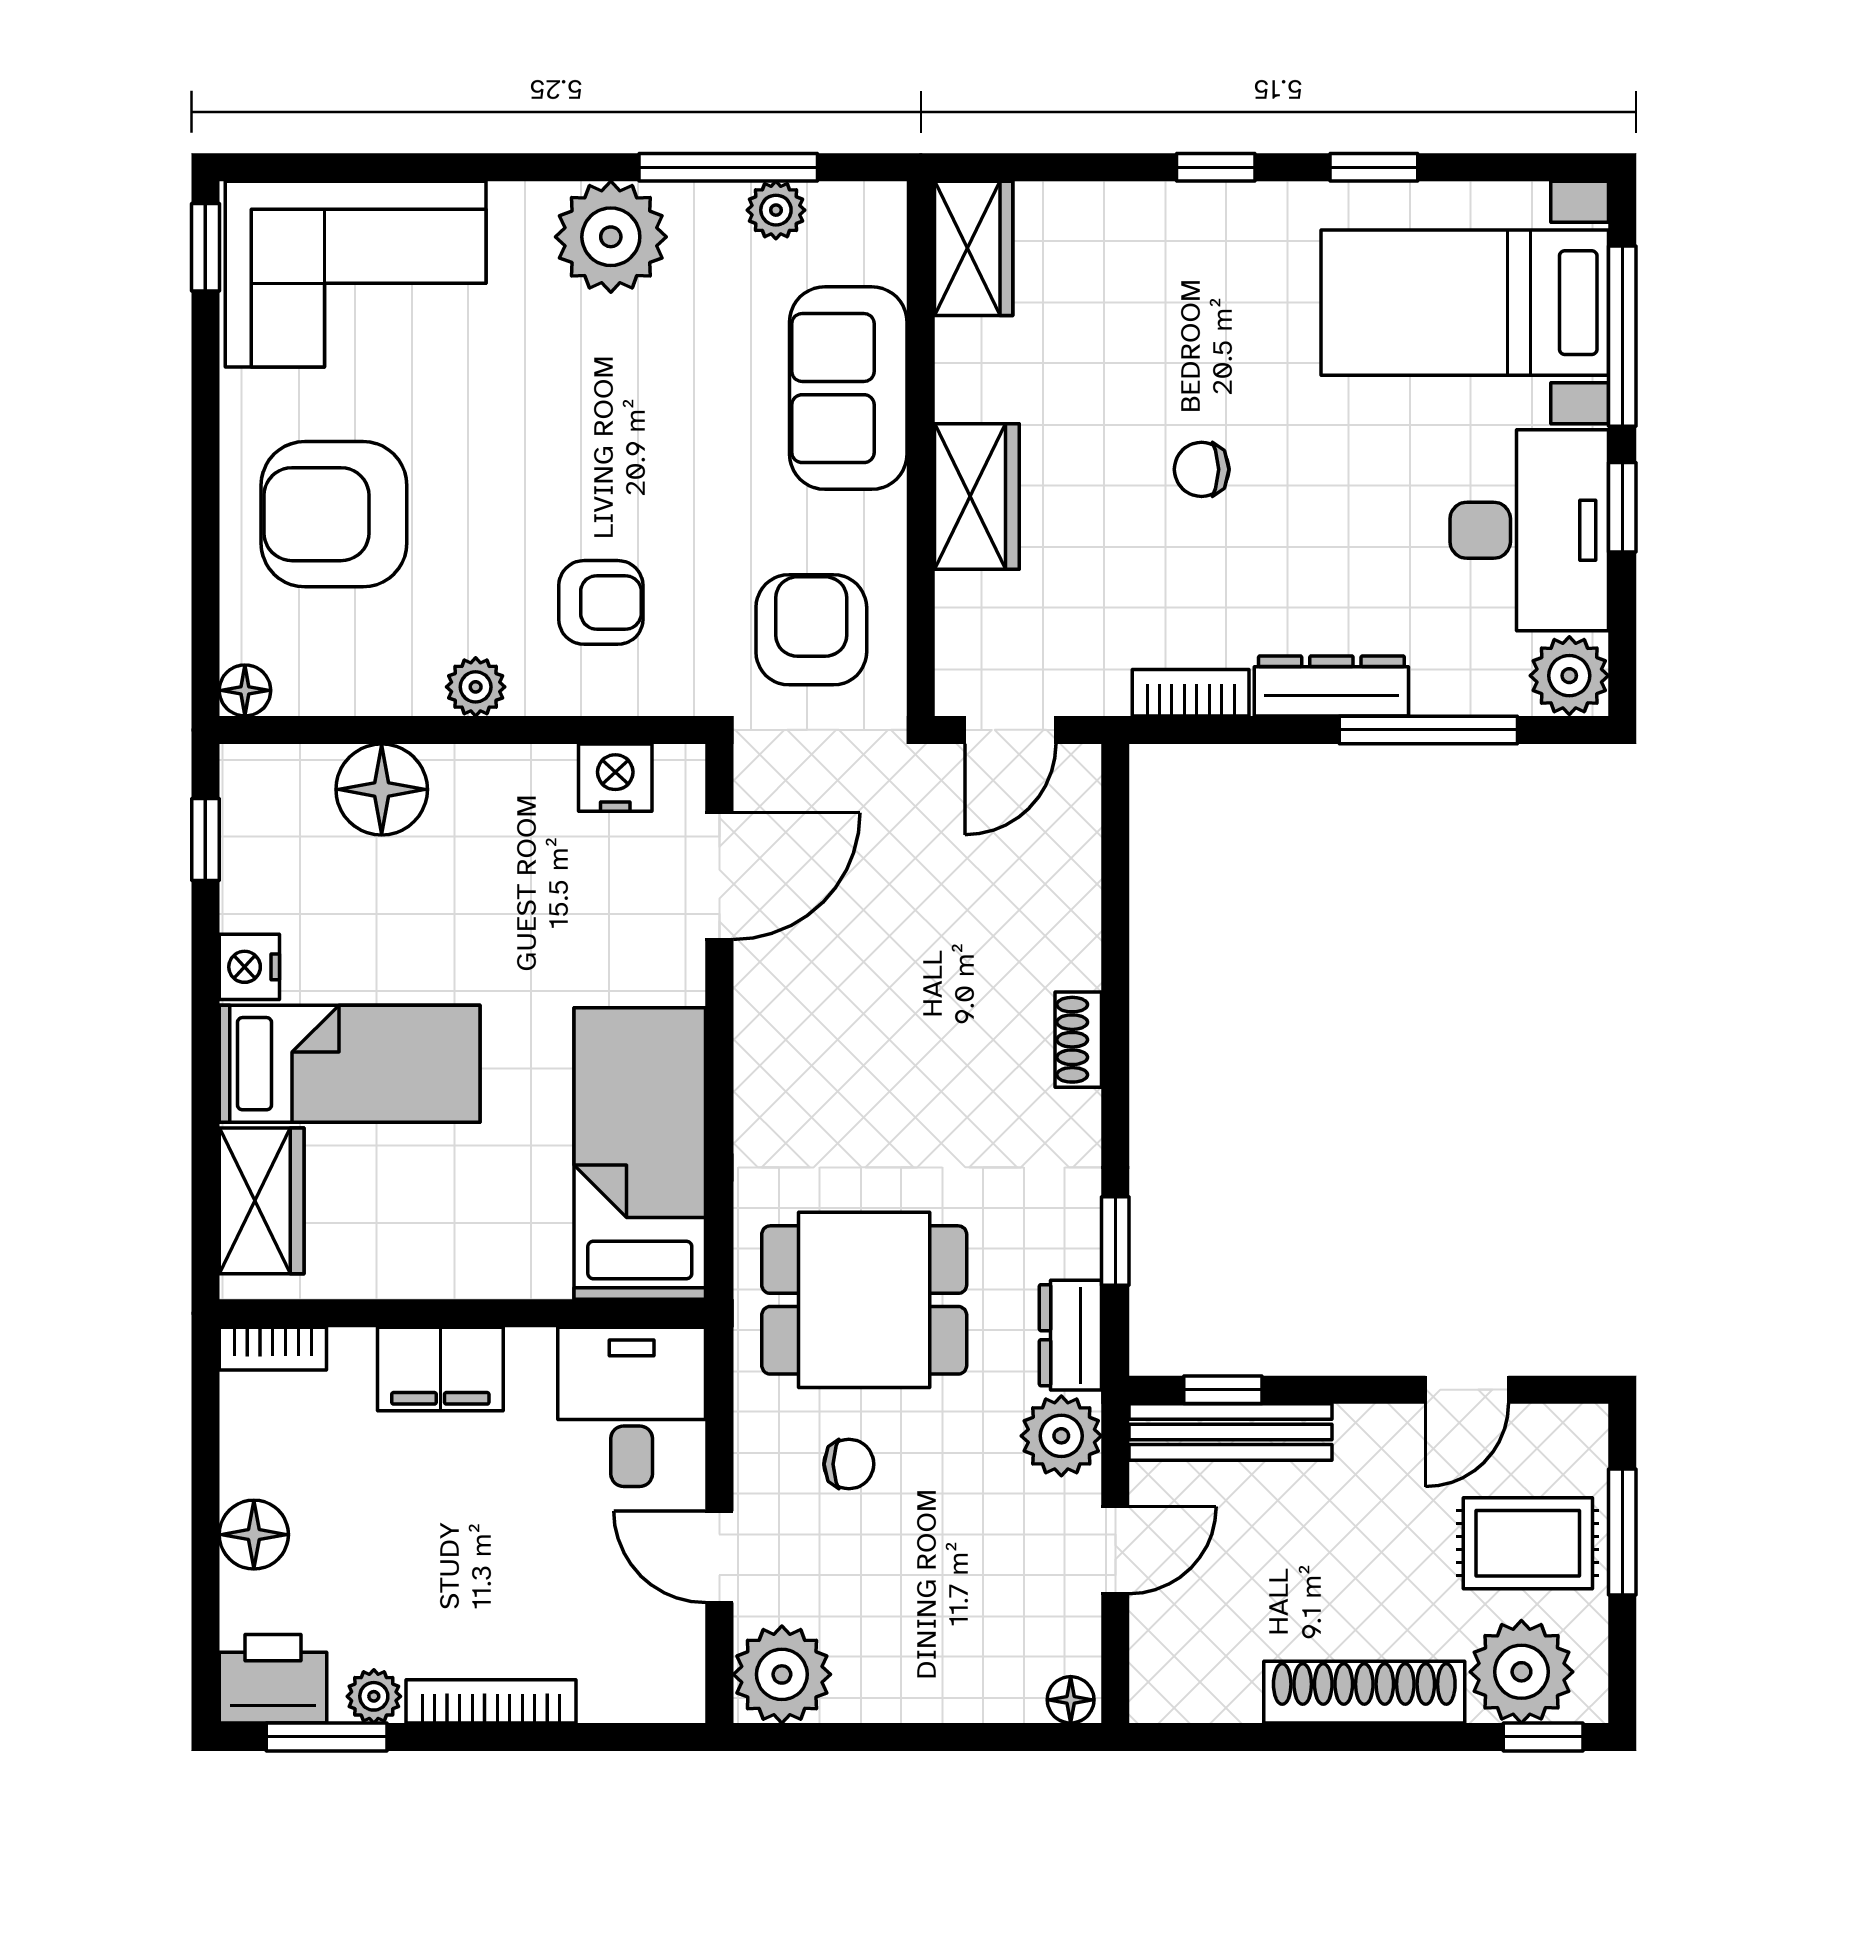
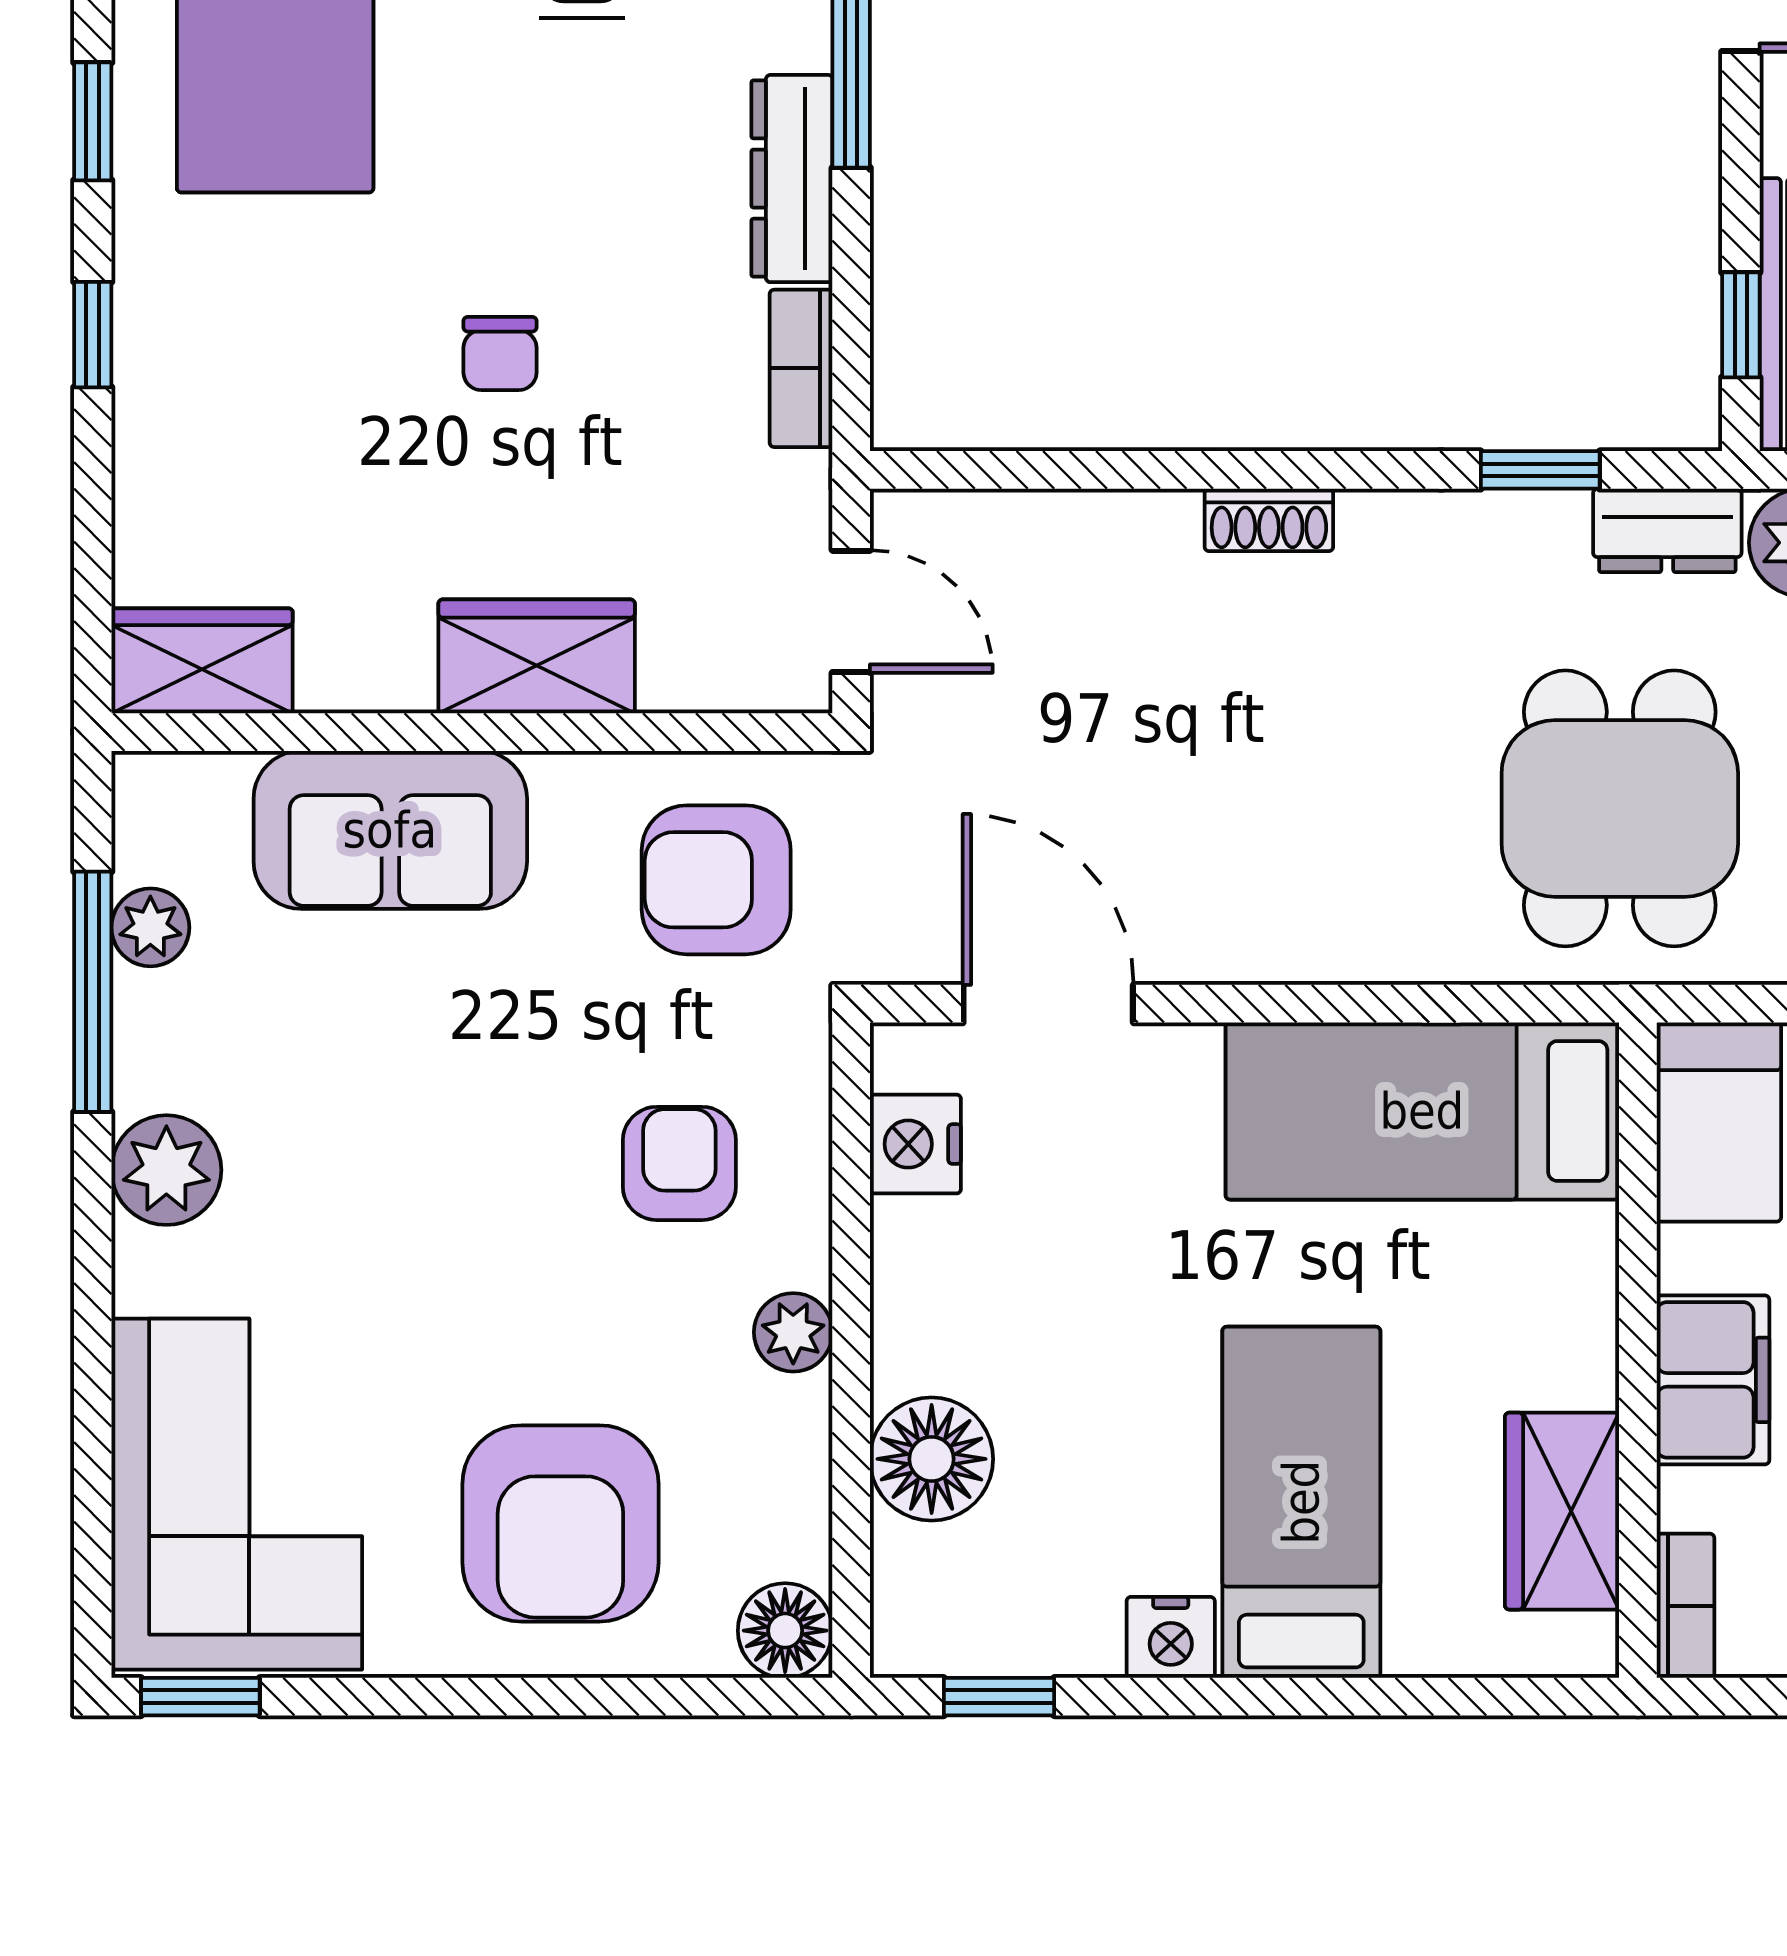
plant: (611, 237) -> (166, 1170), width x0.73, depth x0.73
floor lamp: (245, 690) -> (785, 1631), width x1.37, depth x1.37
wardrobe: (262, 1201) -> (1562, 1511), moved, turned -90

